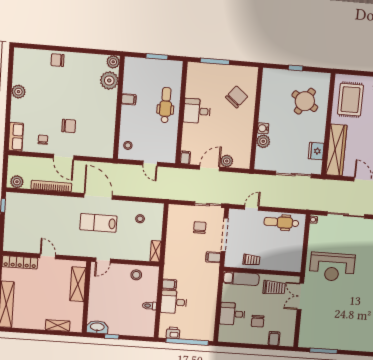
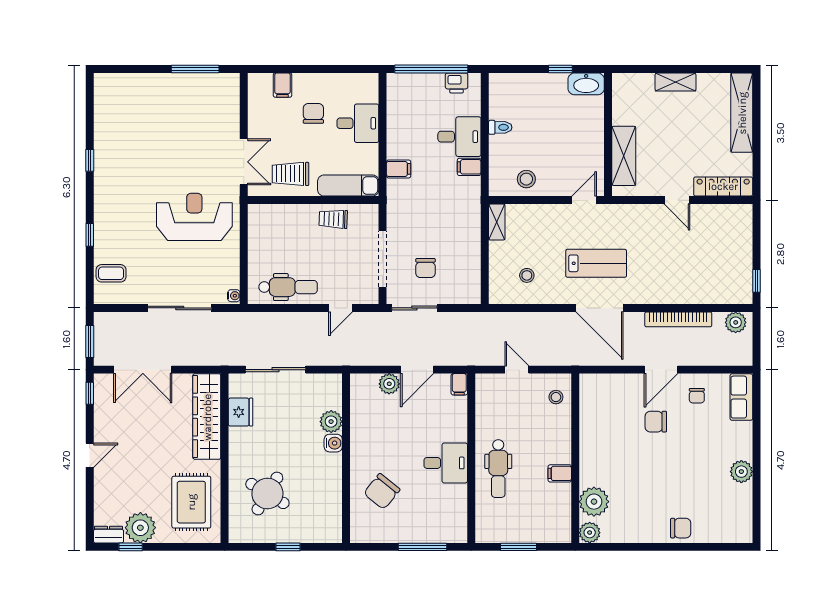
door: (64, 157) -> (661, 370), swing flipped
filing cabinet: (213, 257) -> (399, 169), moved
shelving: (58, 325) -> (675, 82), moved

